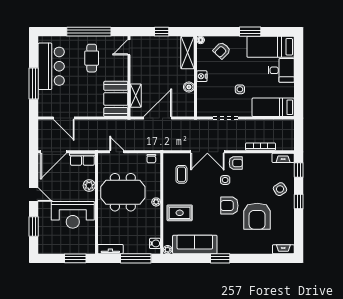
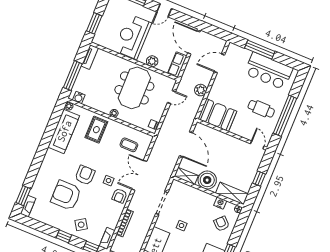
nightstand: (202, 76) -> (220, 203), moved
boiler: (189, 87) -> (207, 180), width x1.86, depth x1.86
shelving: (136, 96) -> (186, 176), moved
plant: (98, 126) -> (201, 90), added
window: (220, 258) -> (23, 196), moved

